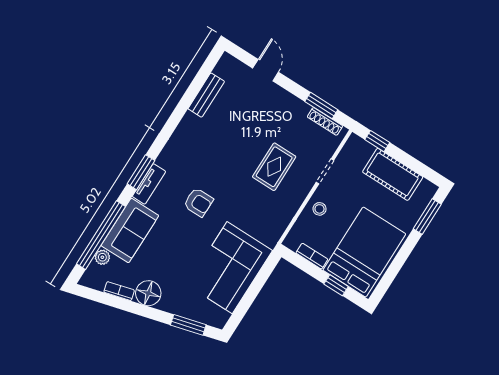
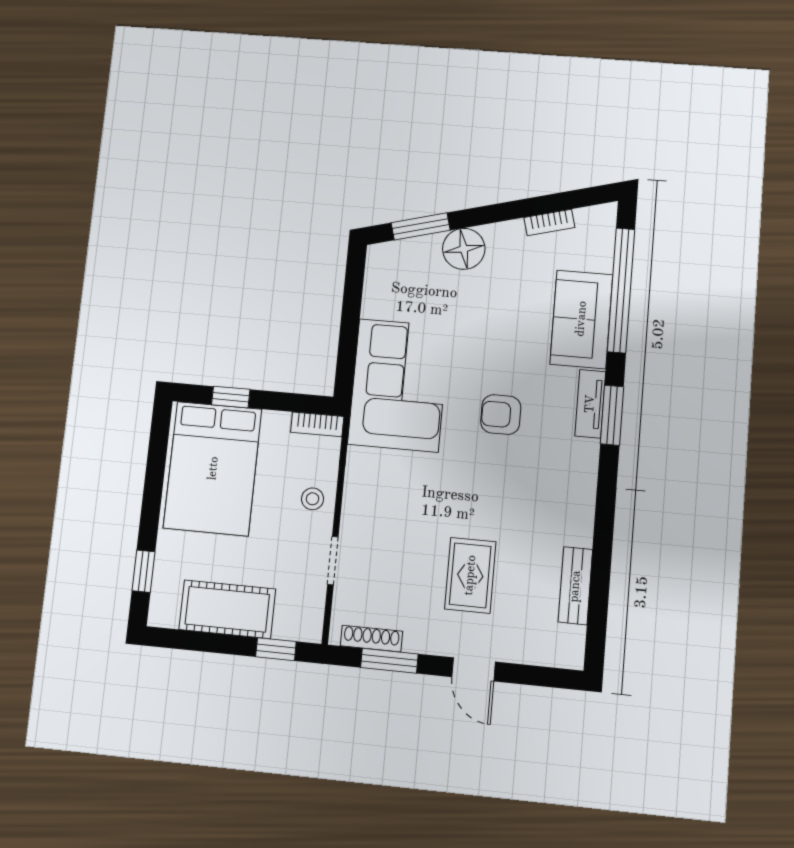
door: (266, 70) -> (474, 669), moved
rug: (274, 167) -> (470, 575), moved
window: (427, 216) -> (144, 571), width x0.67
bookcase: (312, 256) -> (317, 424), moved
plant: (102, 257) -> (601, 259), removed
corner sofa: (230, 268) -> (399, 385), moved
floor lamp: (148, 293) -> (464, 249), moved

